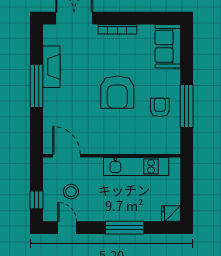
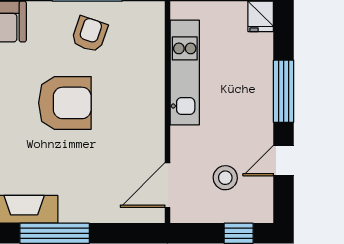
armchair: (160, 107) -> (89, 34), turned 109
door: (67, 228) -> (284, 161), moved

